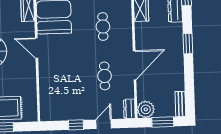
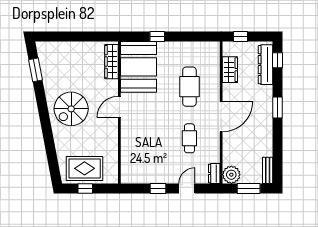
cafe table: (103, 26) -> (189, 87), width x1.37, depth x1.35
door: (37, 48) -> (119, 107), hinge flipped
door: (135, 65) -> (221, 116), moved

